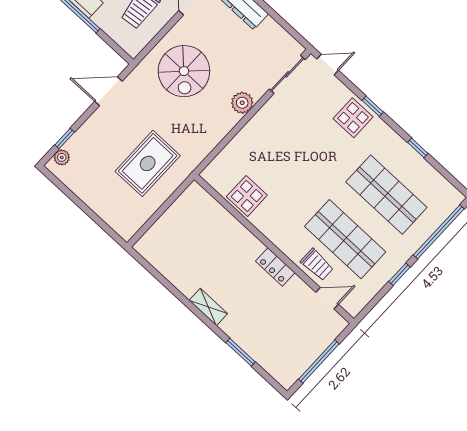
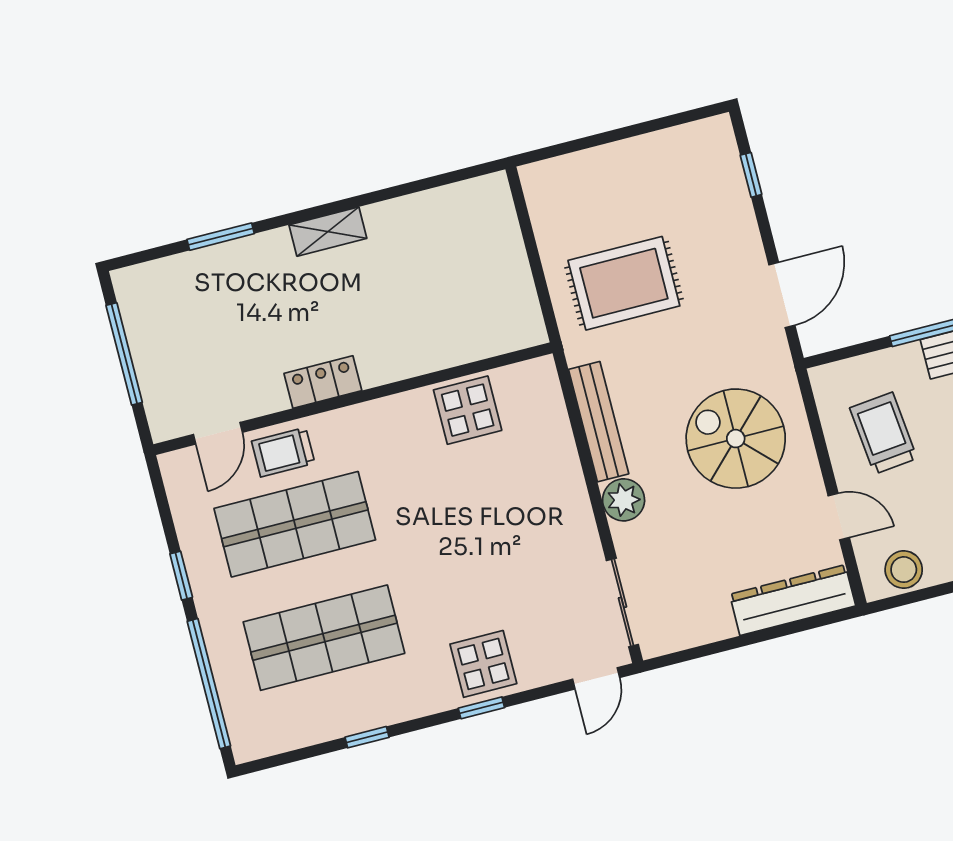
bench: (215, 136) -> (599, 422), added
plant: (62, 157) -> (723, 150), removed
rug: (148, 163) -> (624, 283), turned 90

